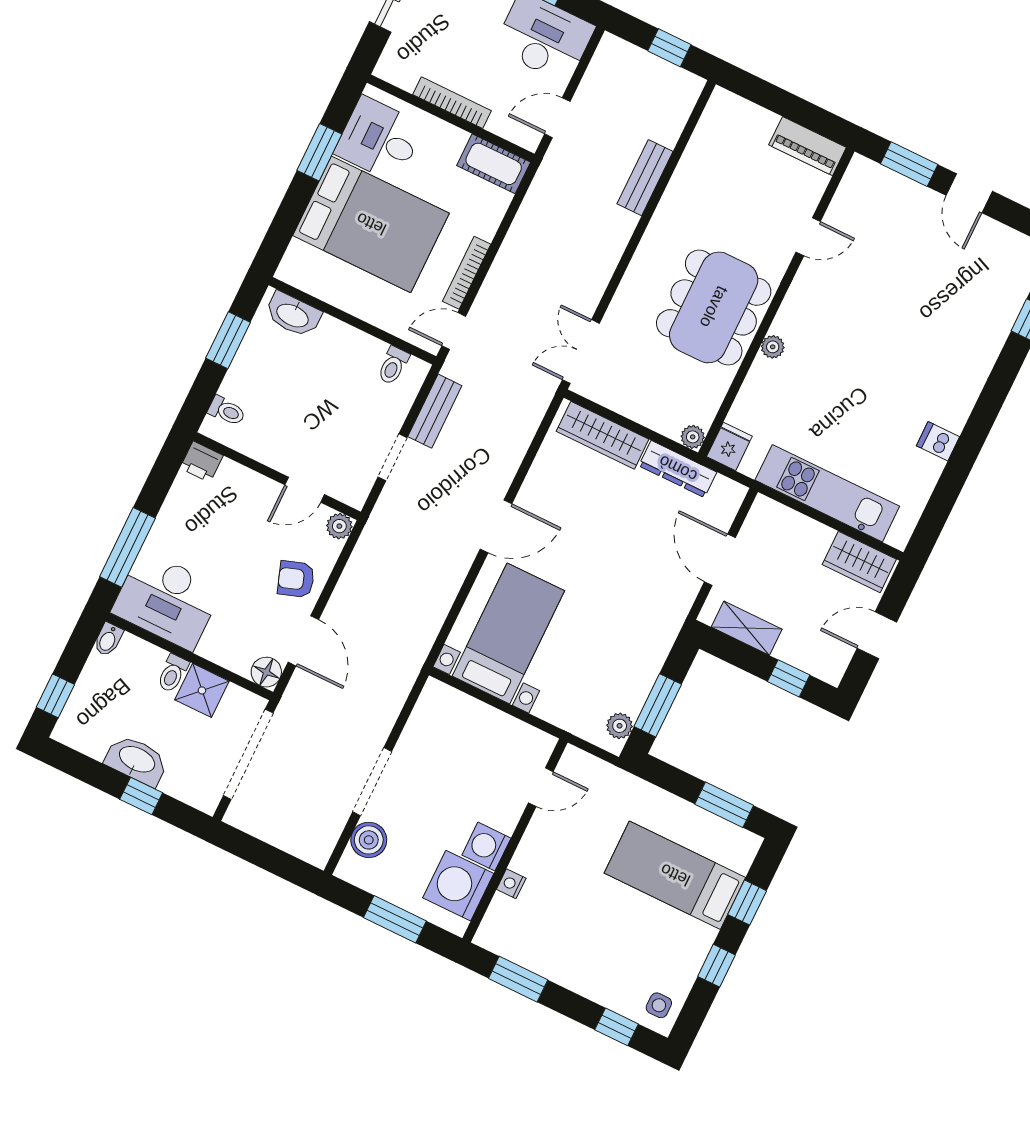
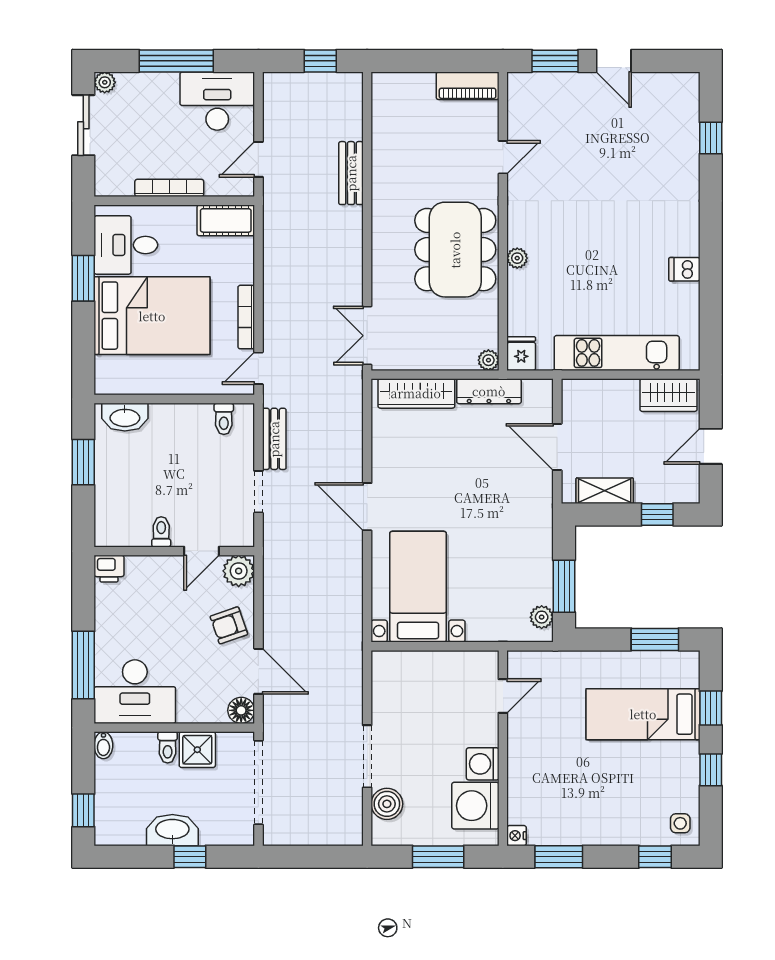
toilet: (227, 411) -> (161, 532), moved, turned -90
plant: (339, 526) -> (239, 571), width x1.38, depth x1.38
door: (496, 526) -> (367, 507), swing flipped
nightstand: (511, 884) -> (517, 836), moved

